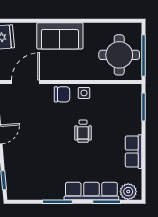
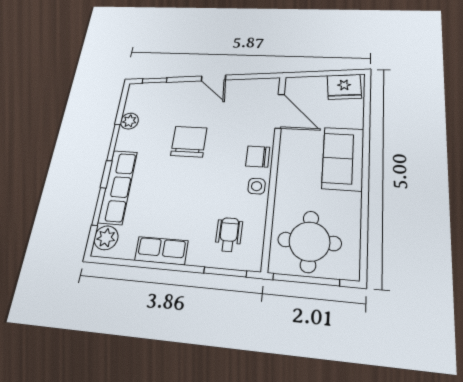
chair: (62, 94) -> (258, 157), turned 90
wheelchair: (83, 131) -> (229, 234), moved, turned 90
chair: (53, 145) -> (189, 142), added
plant: (39, 193) -> (129, 121), added

